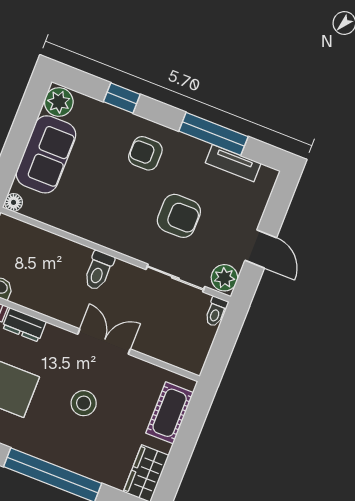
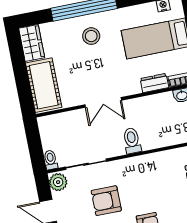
stool: (84, 403) -> (91, 36), moved
cot: (170, 413) -> (44, 85), width x1.37, depth x1.34

